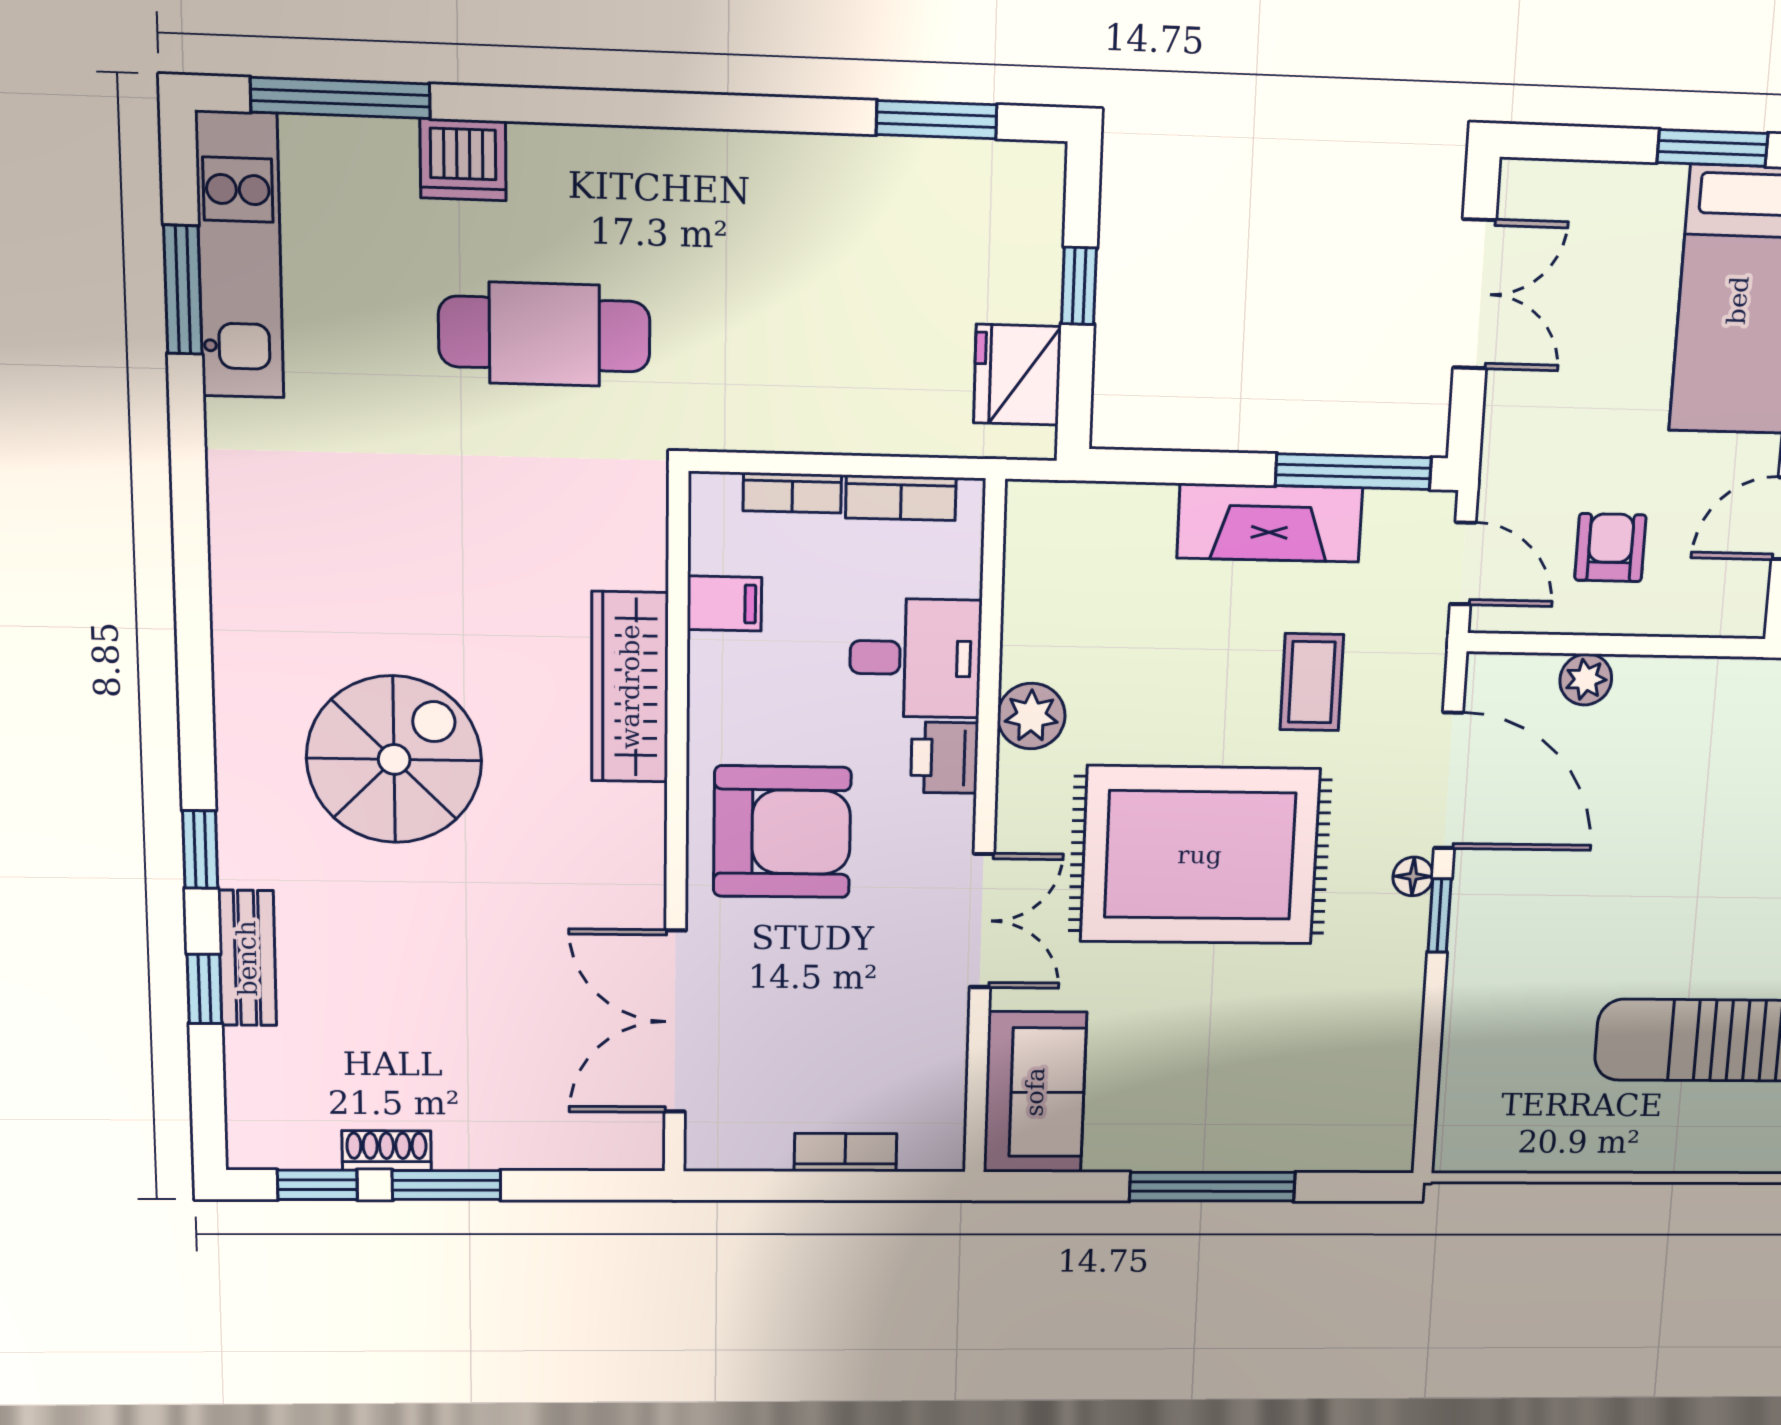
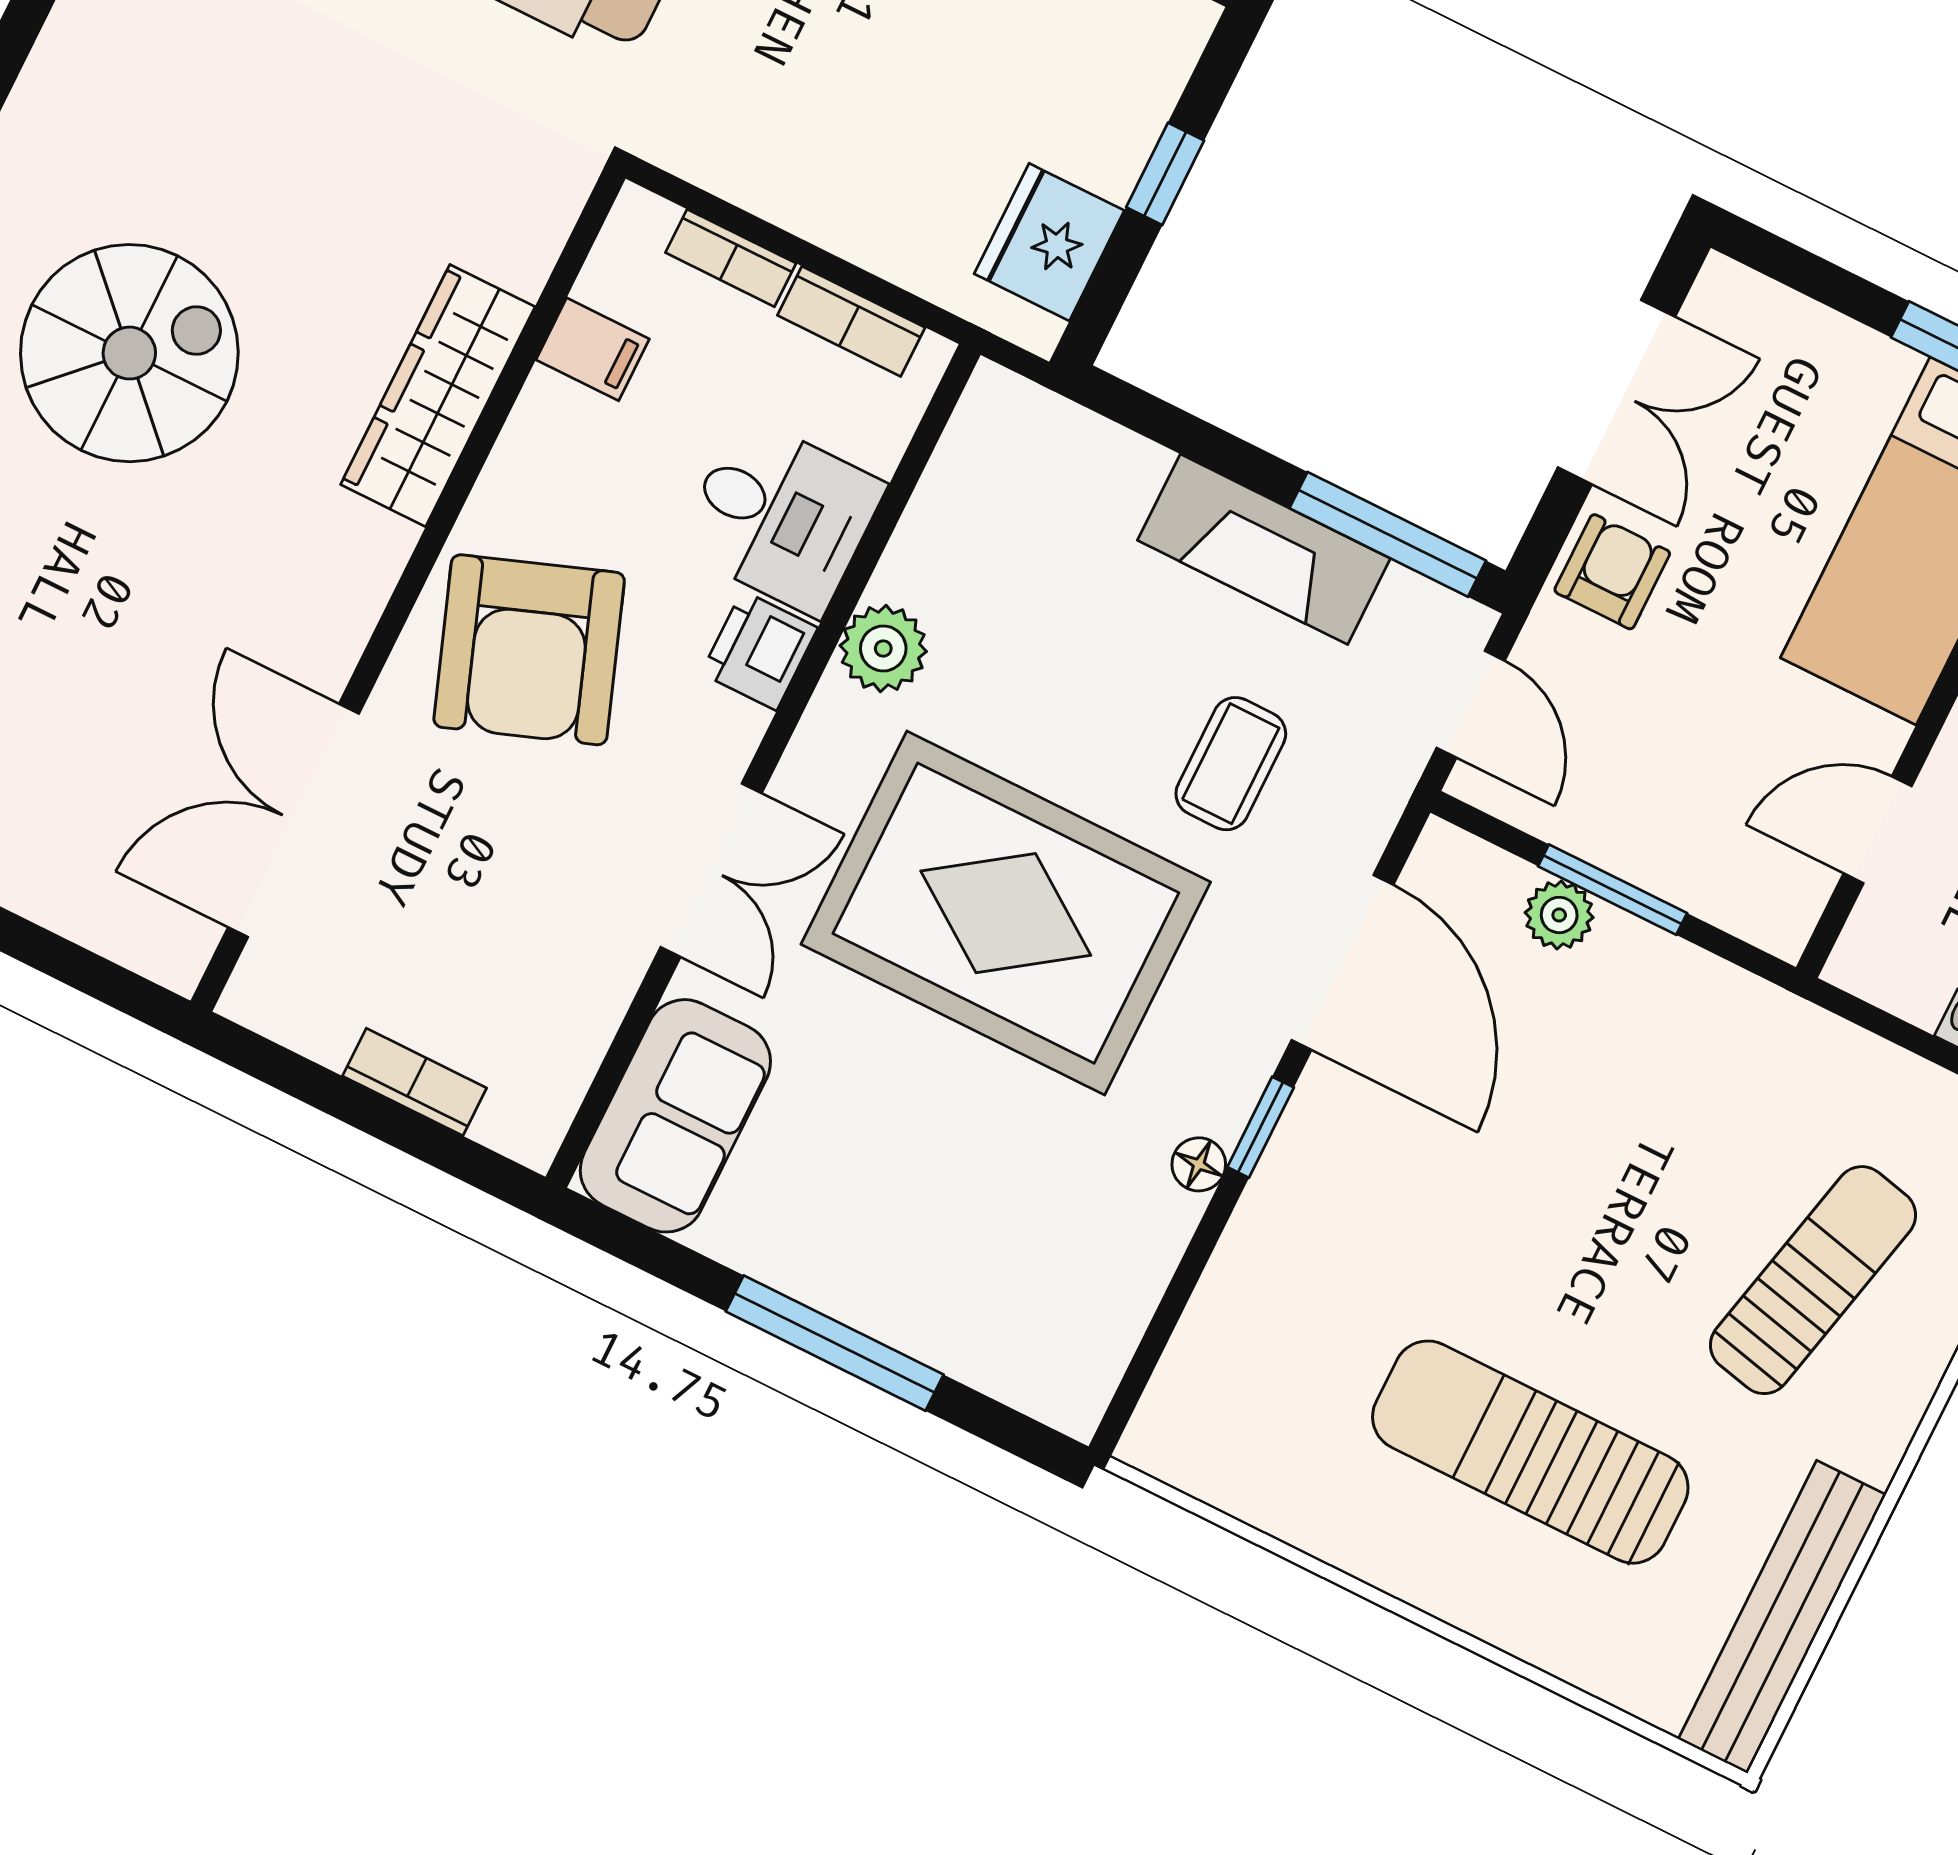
armchair: (1610, 548) -> (1612, 572), moved
window: (1616, 645) -> (1613, 890), added
armchair: (782, 832) -> (529, 650), turned 70
floor lamp: (1413, 876) -> (1199, 1164), moved

